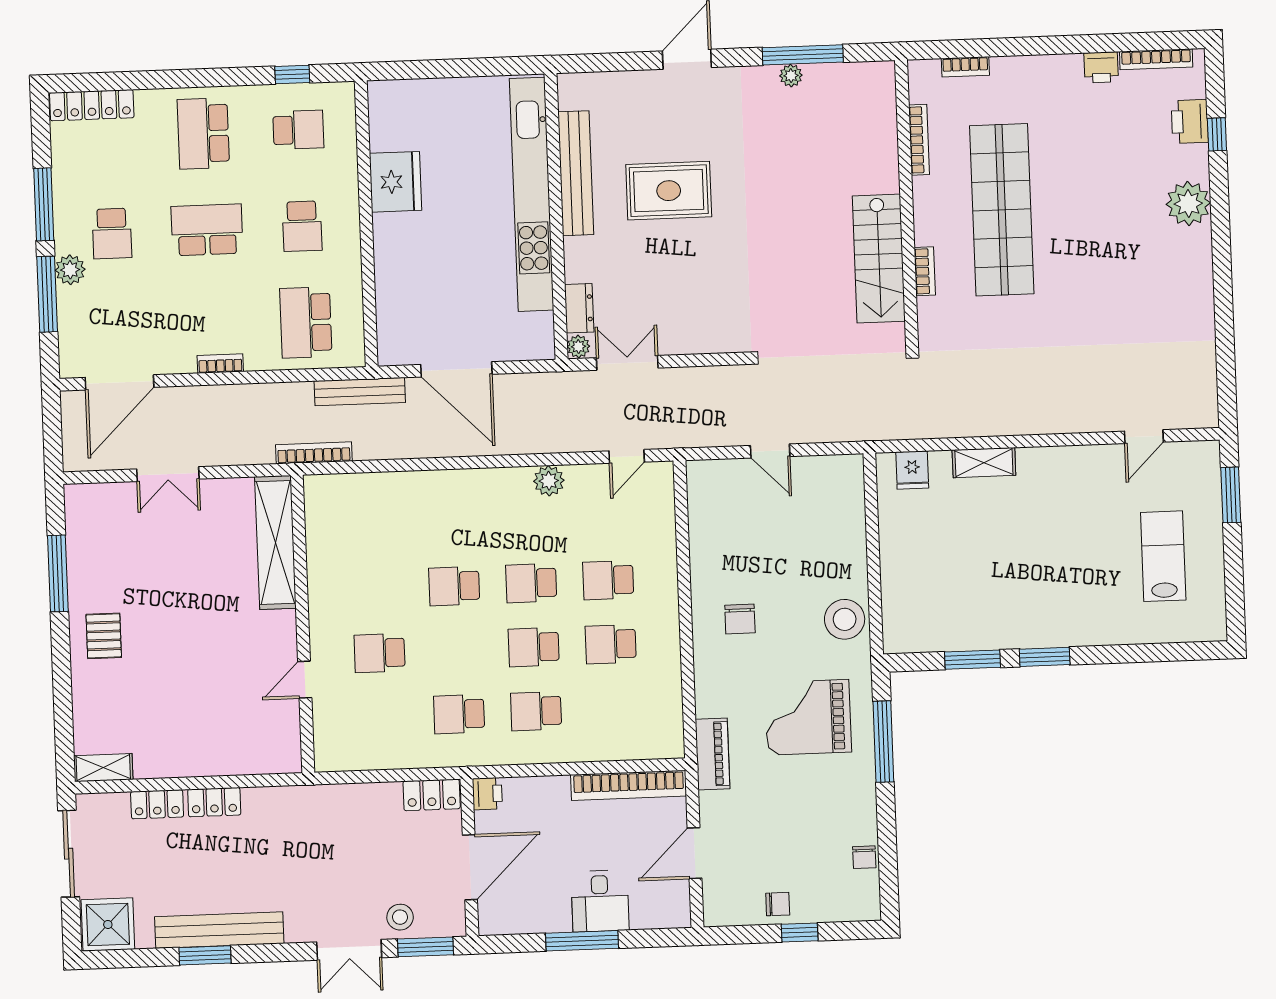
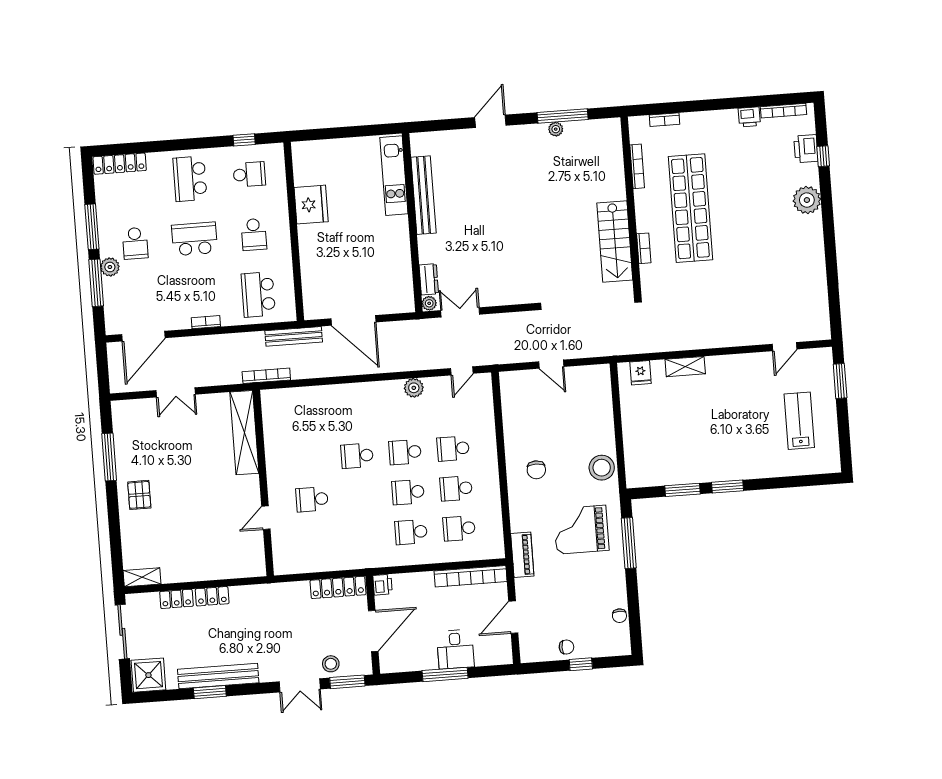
rug: (669, 191) -> (482, 204), removed
kitchen unit: (532, 194) -> (394, 176), width x0.54
school desk: (459, 714) -> (459, 528), moved
locker: (432, 795) -> (338, 587), width x1.53

